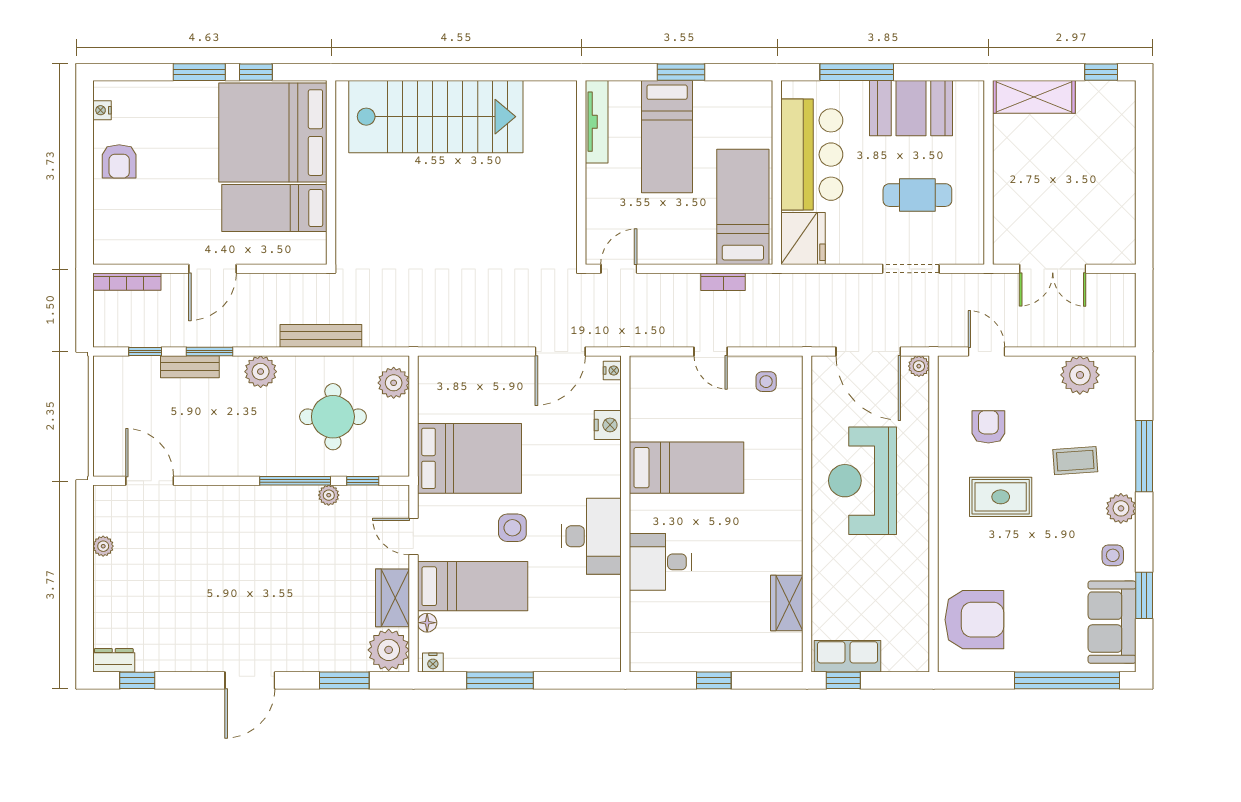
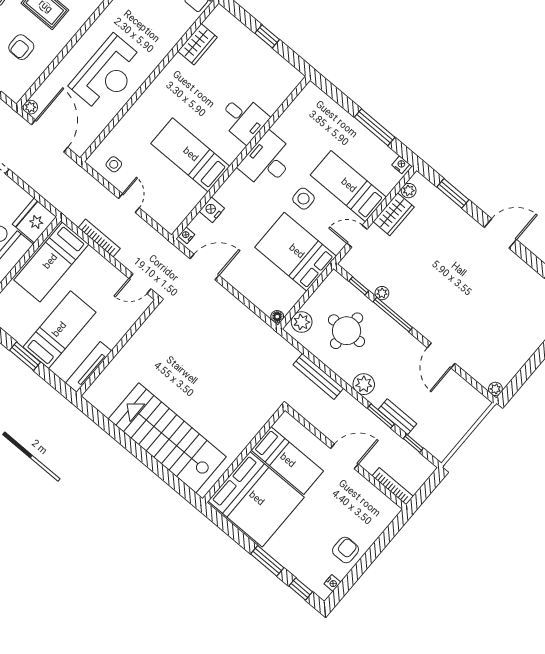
window: (256, 72) -> (301, 589), moved
bookcase: (723, 282) -> (99, 238), width x1.56
door: (150, 481) -> (441, 356), moved
door: (413, 537) -> (357, 236), swing flipped
plant: (103, 546) -> (495, 389), moved
floor lamp: (427, 623) -> (277, 317), moved
plant: (389, 650) -> (409, 191), width x0.53, depth x0.53

